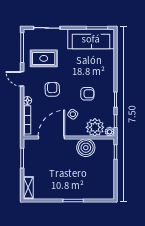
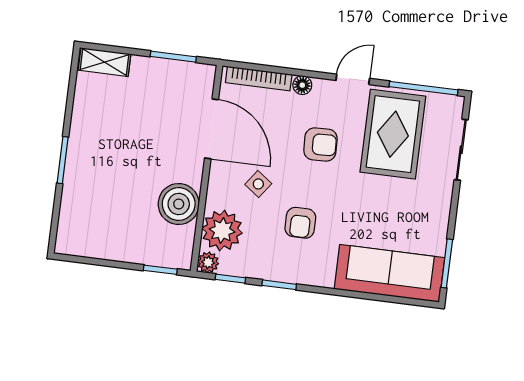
sofa: (91, 39) -> (389, 273), moved, turned 90
rug: (44, 58) -> (393, 134), width x1.36, depth x1.43

